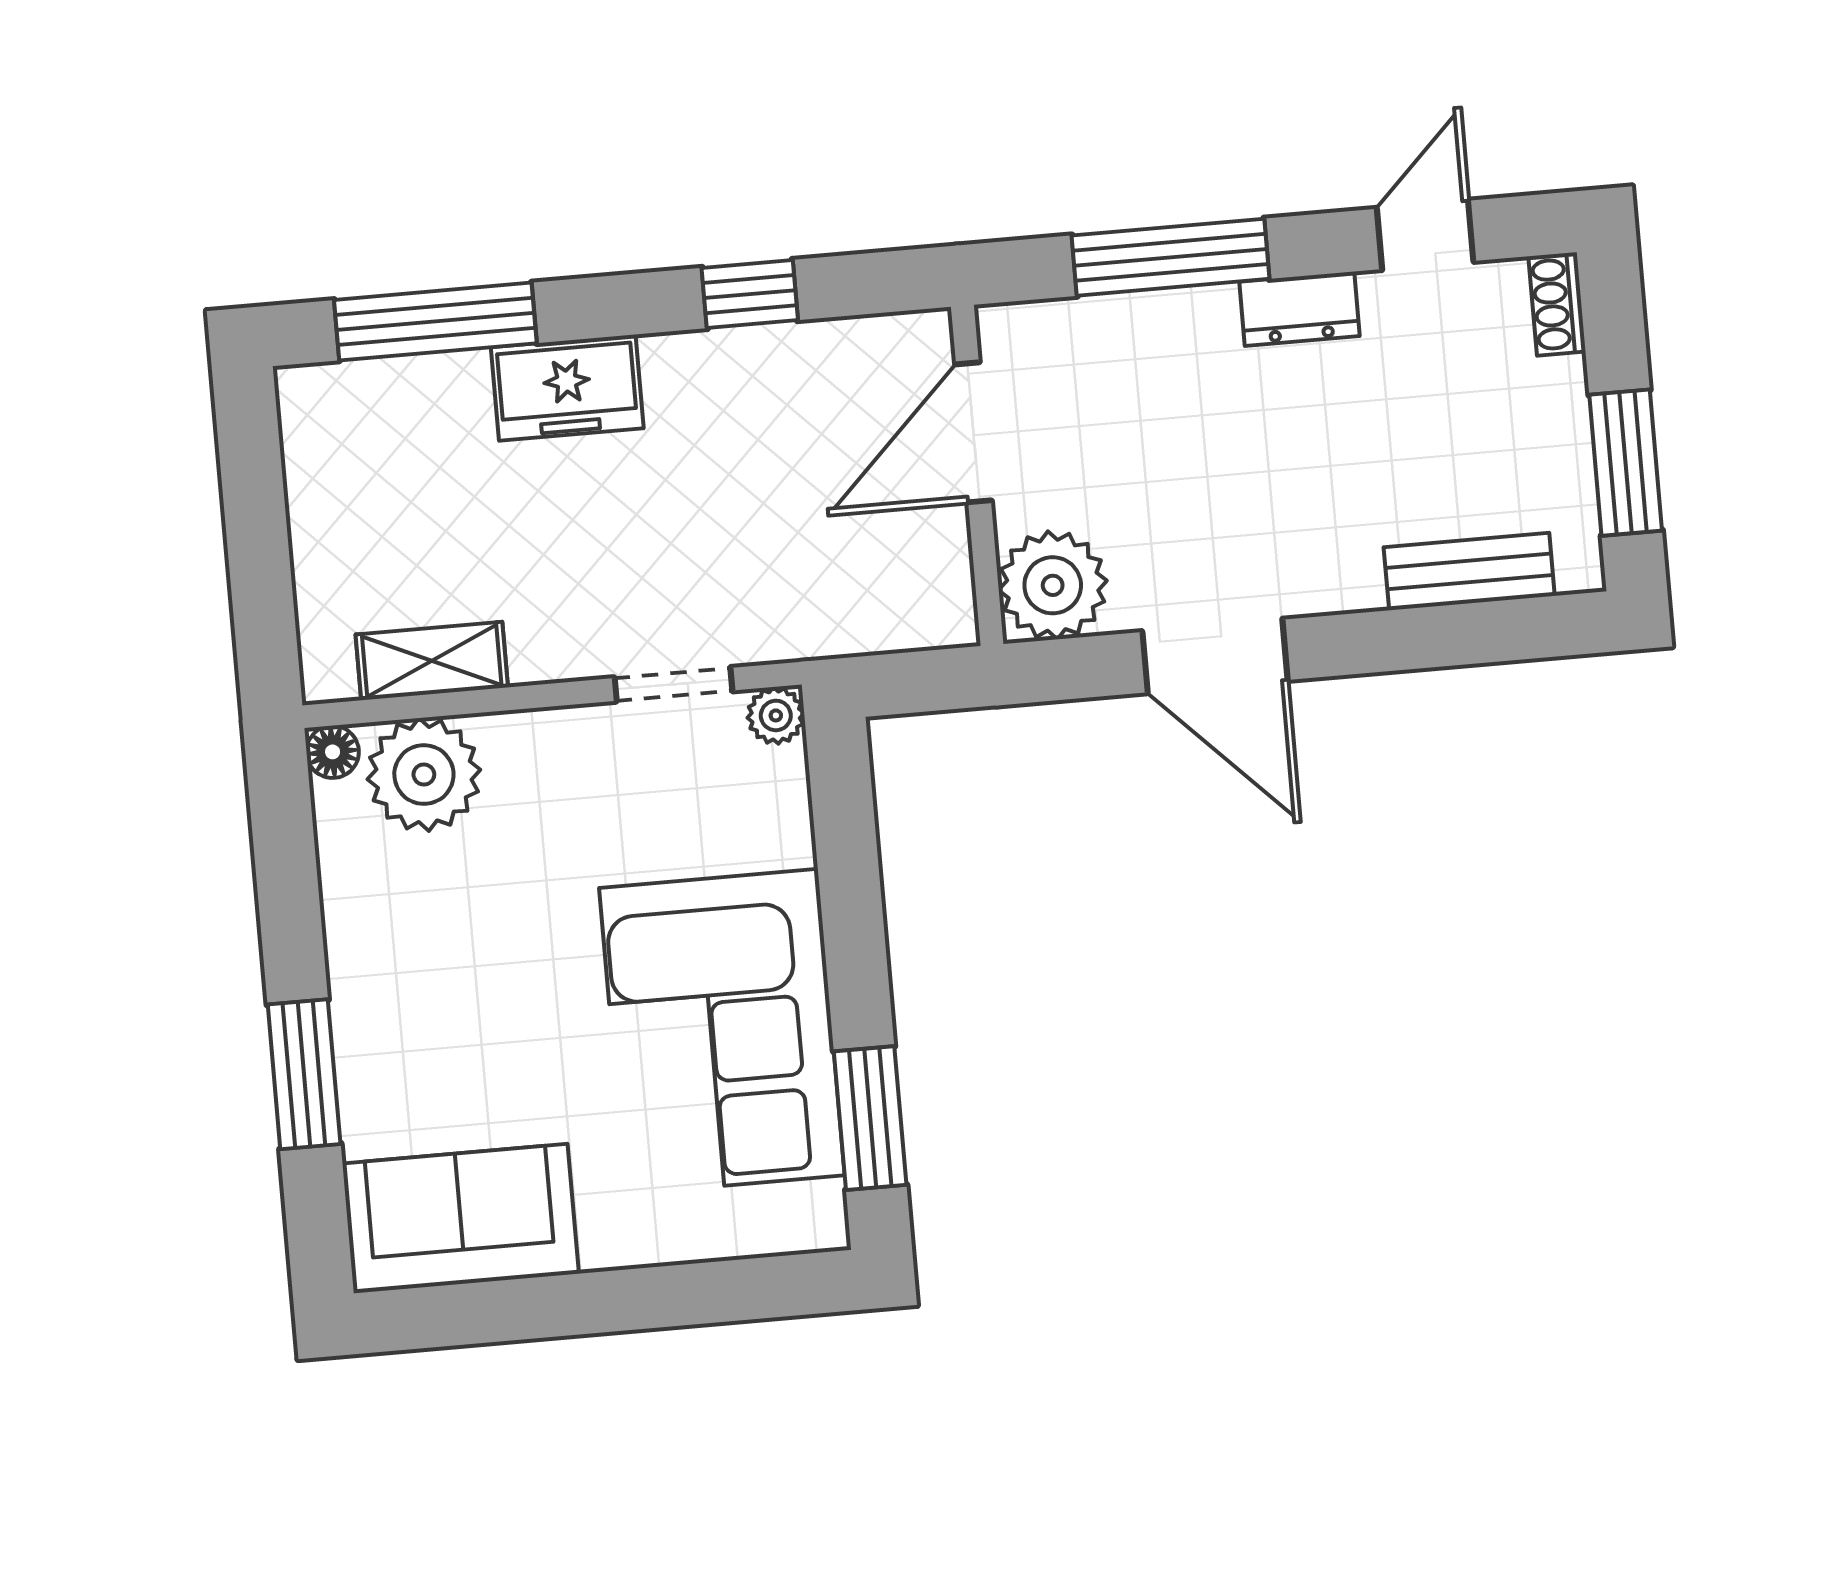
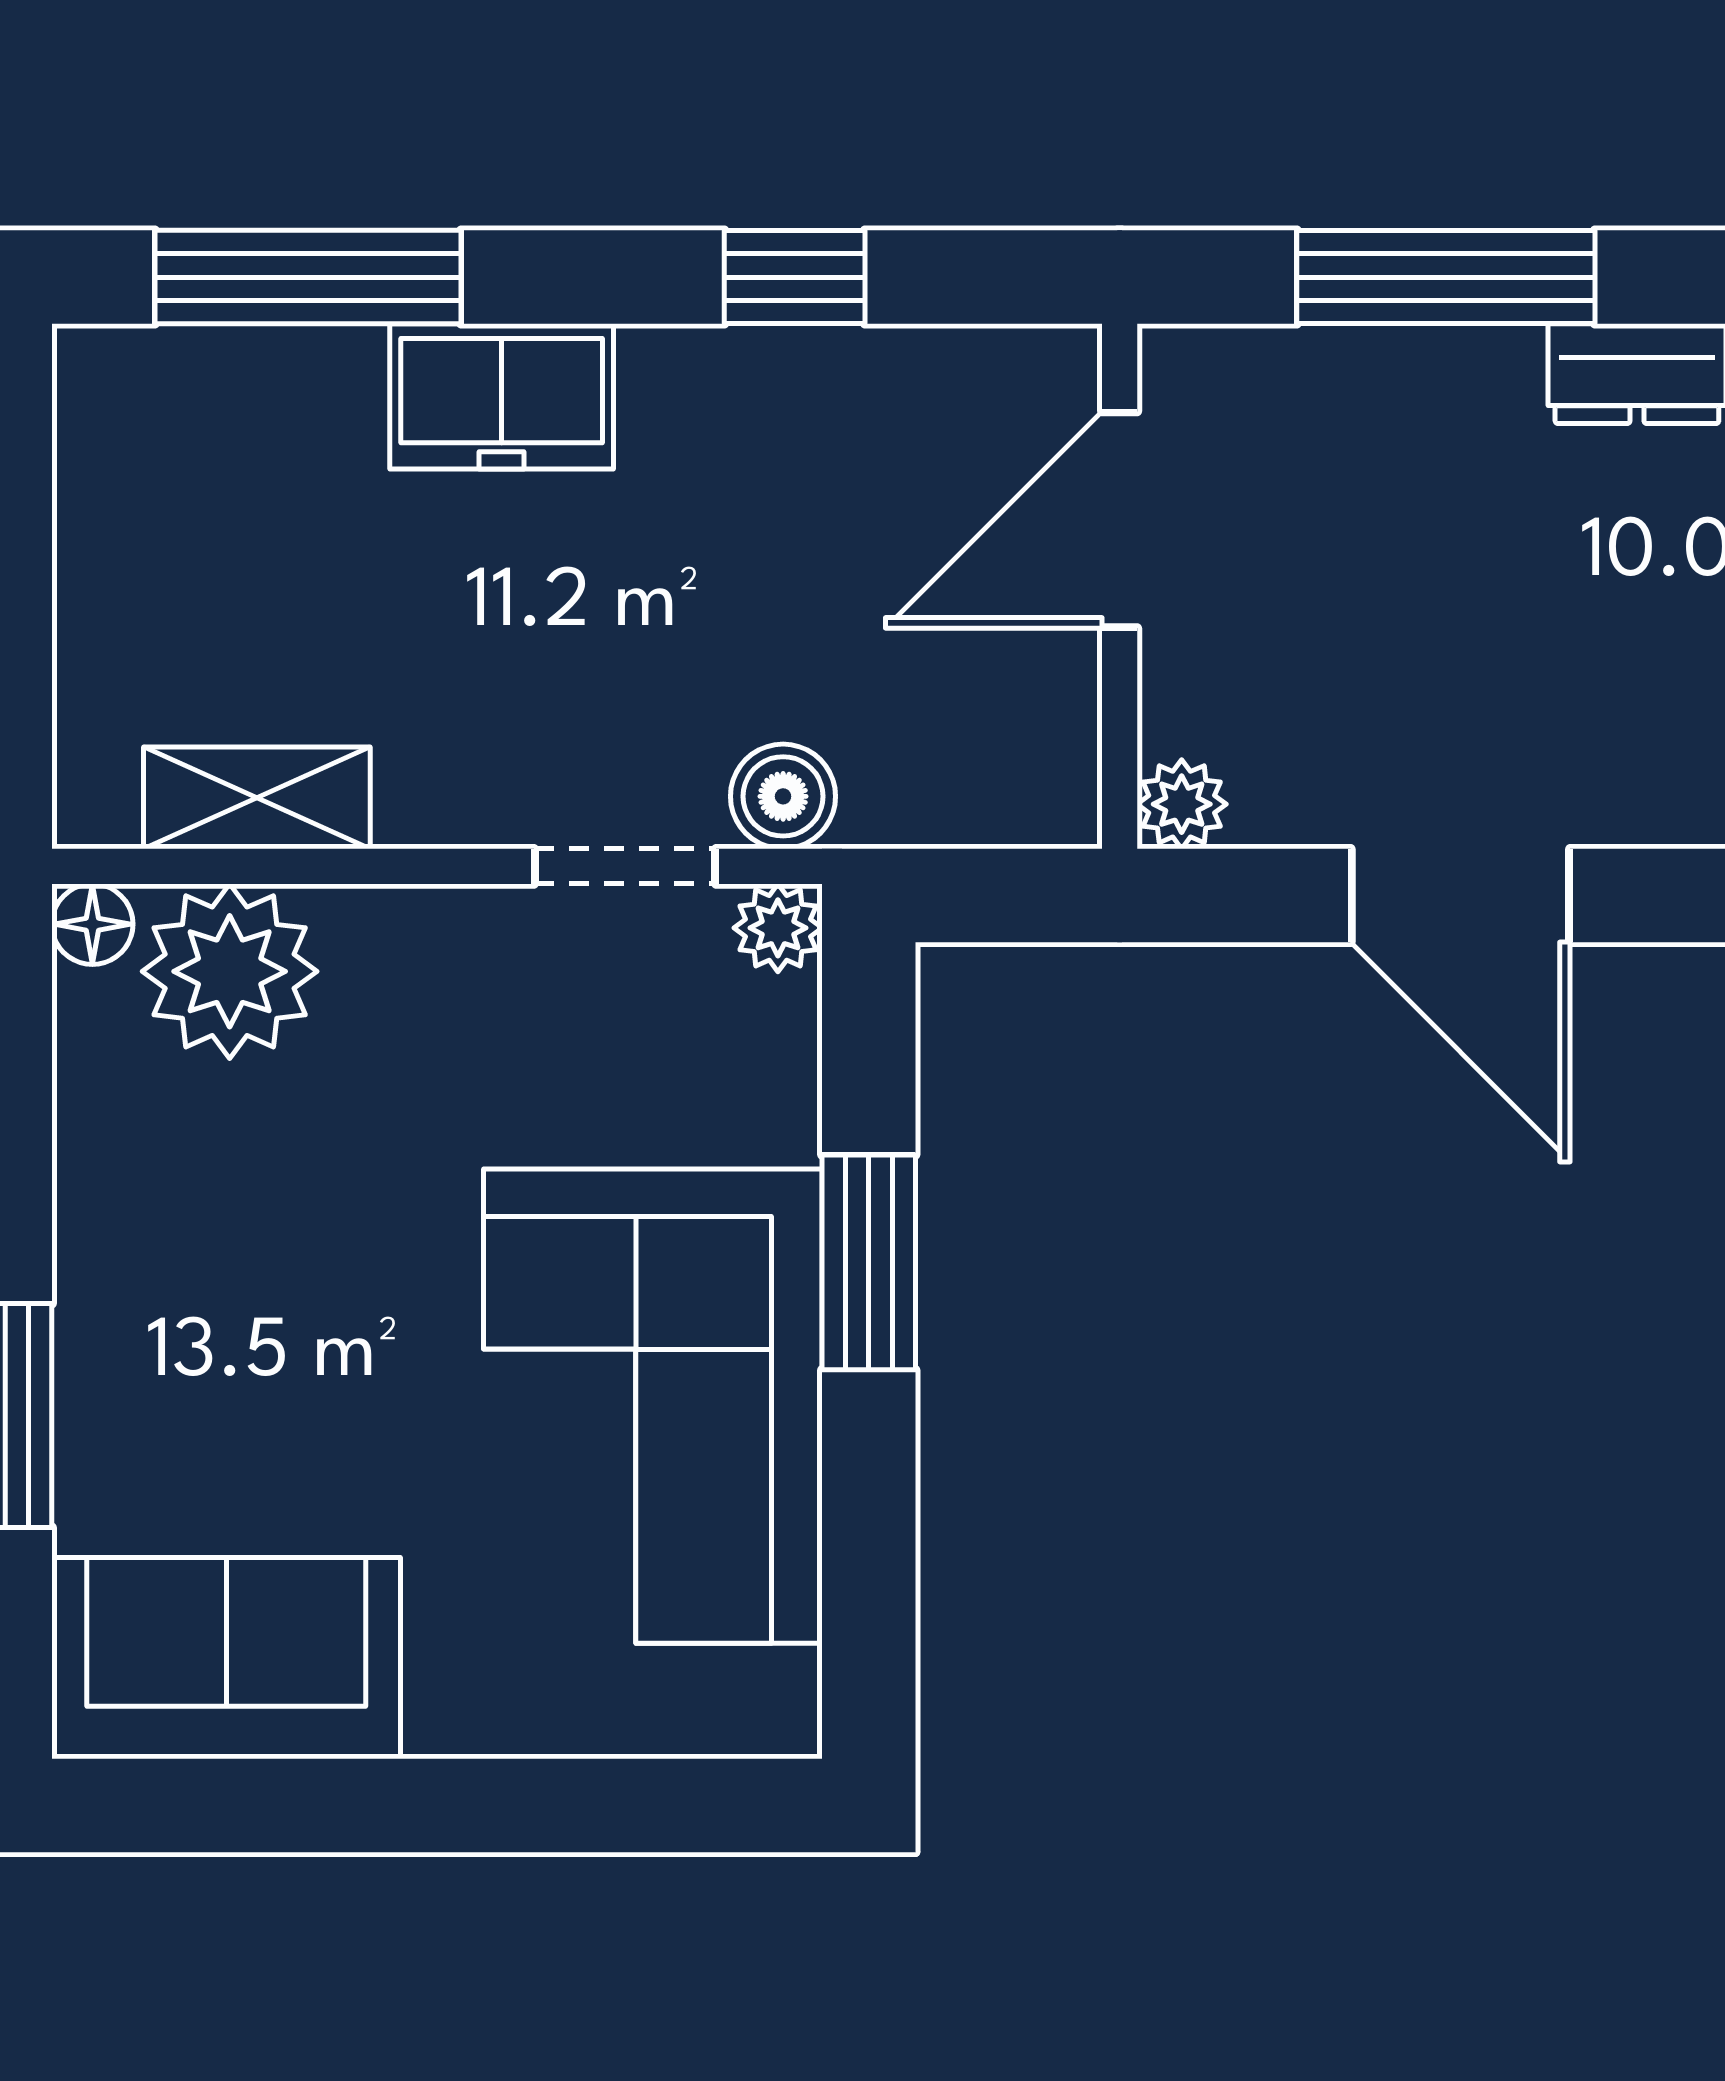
plant: (1053, 585) -> (1182, 804), width x0.53, depth x0.53
boiler: (772, 630) -> (783, 796), added
window: (870, 1118) -> (869, 1262), moved

